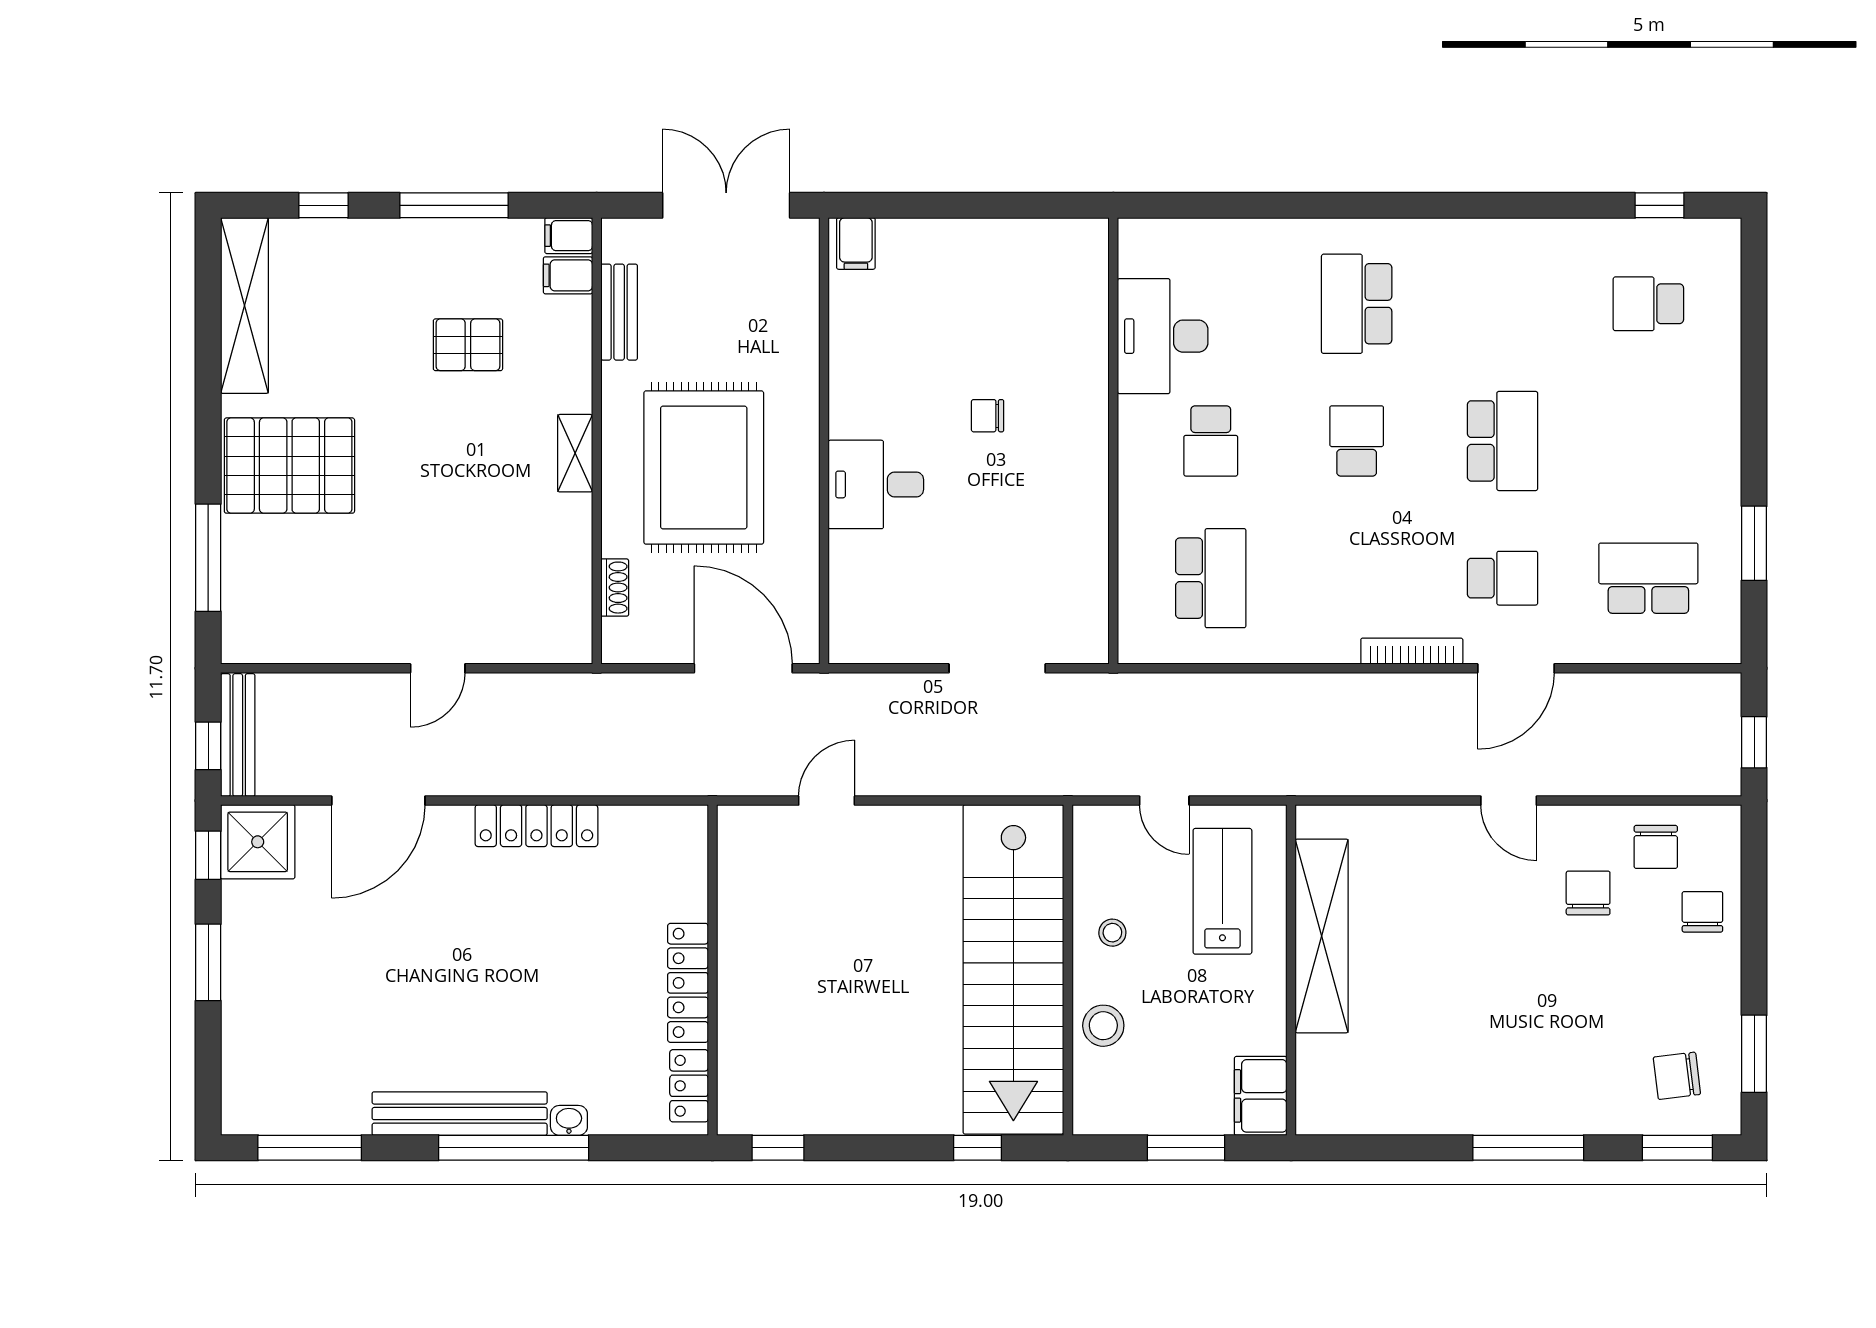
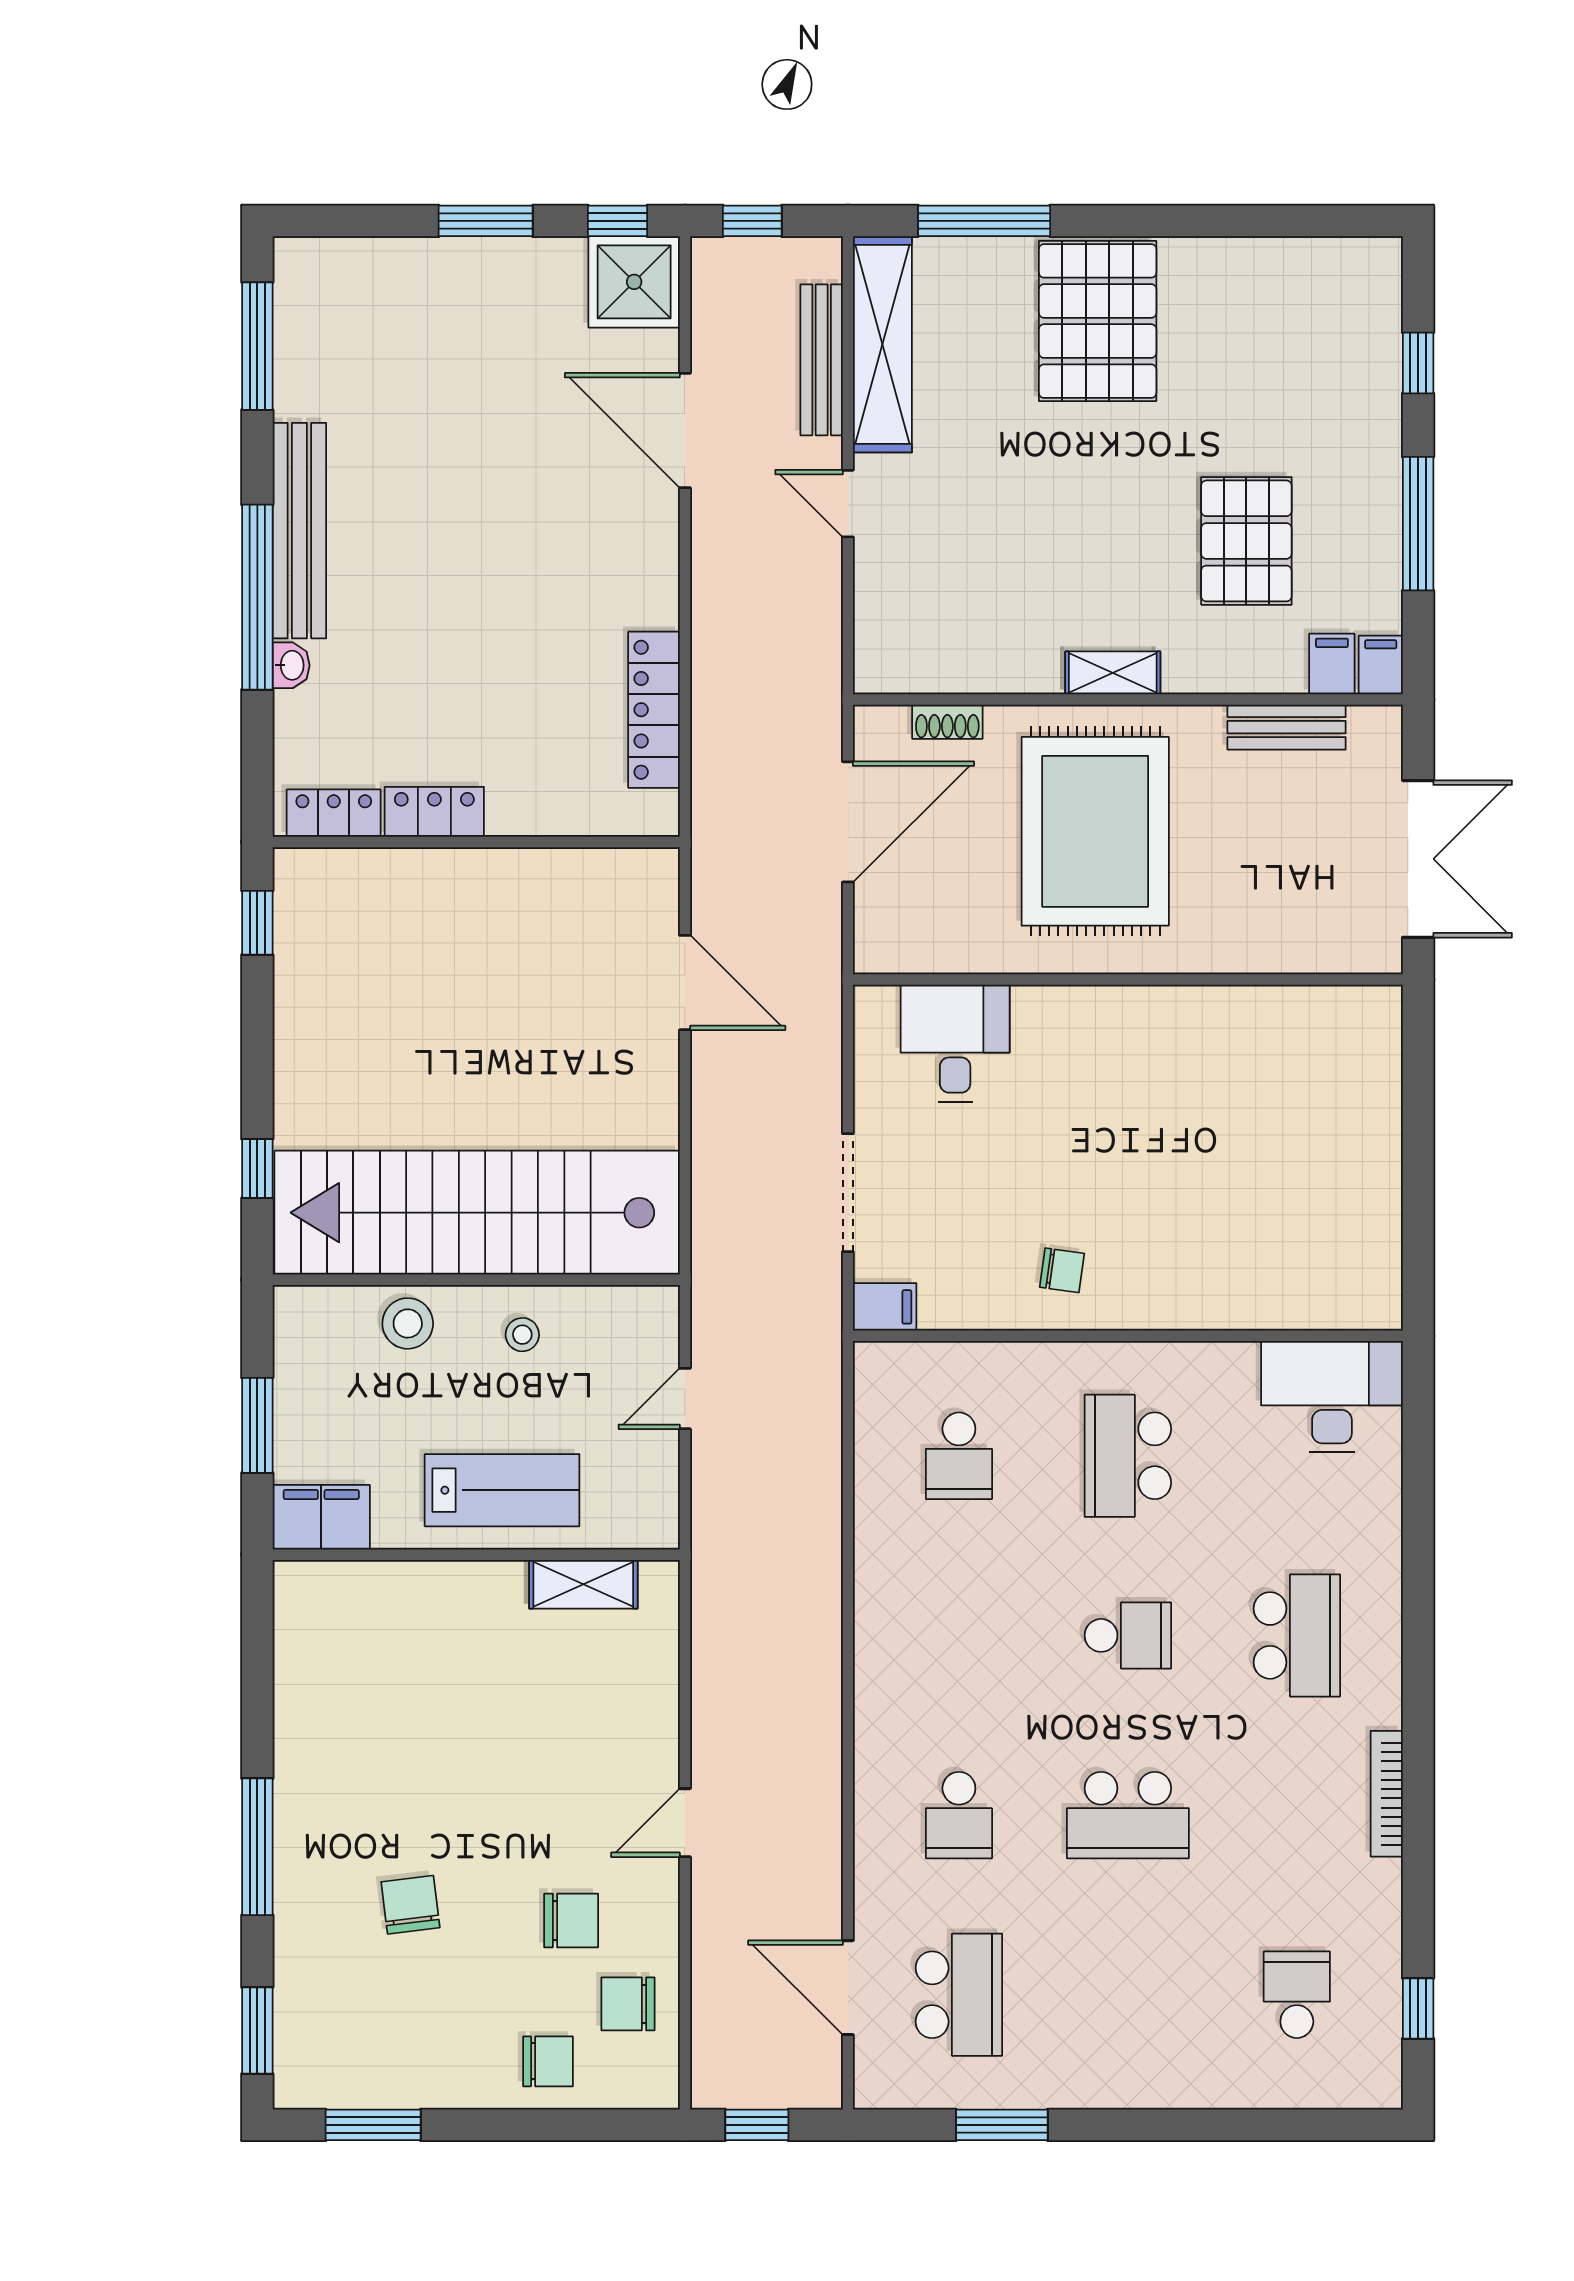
filing cabinet: (856, 244) -> (885, 1307), moved, turned 180
school desk: (1357, 304) -> (1297, 1635), turned 90
shelving: (244, 306) -> (882, 344), moved, turned 90
desk: (1163, 336) -> (1332, 1397), moved
pallet: (468, 345) -> (1246, 541), width x1.50, depth x1.42
chair: (988, 416) -> (1062, 1270), moved, turned 98
school desk: (1211, 441) -> (1128, 1456), width x1.85
rug: (704, 468) -> (1095, 831), turned 90
desk: (876, 484) -> (955, 1043), moved
school desk: (1211, 578) -> (959, 1456), width x0.54
bookcase: (1412, 651) -> (1387, 1794), moved, turned 180
door: (743, 668) -> (848, 822), moved
door: (1516, 668) -> (848, 1988), moved
bench: (238, 735) -> (822, 360), moved, turned 90
door: (827, 801) -> (685, 983), width x1.37
locker: (536, 826) -> (654, 710), moved
lab bench: (1222, 891) -> (502, 1490), moved
shelving: (1322, 936) -> (583, 1584), width x0.45, depth x0.75
locker: (688, 983) -> (434, 812), width x0.66
chair: (1677, 1076) -> (410, 1905), moved

